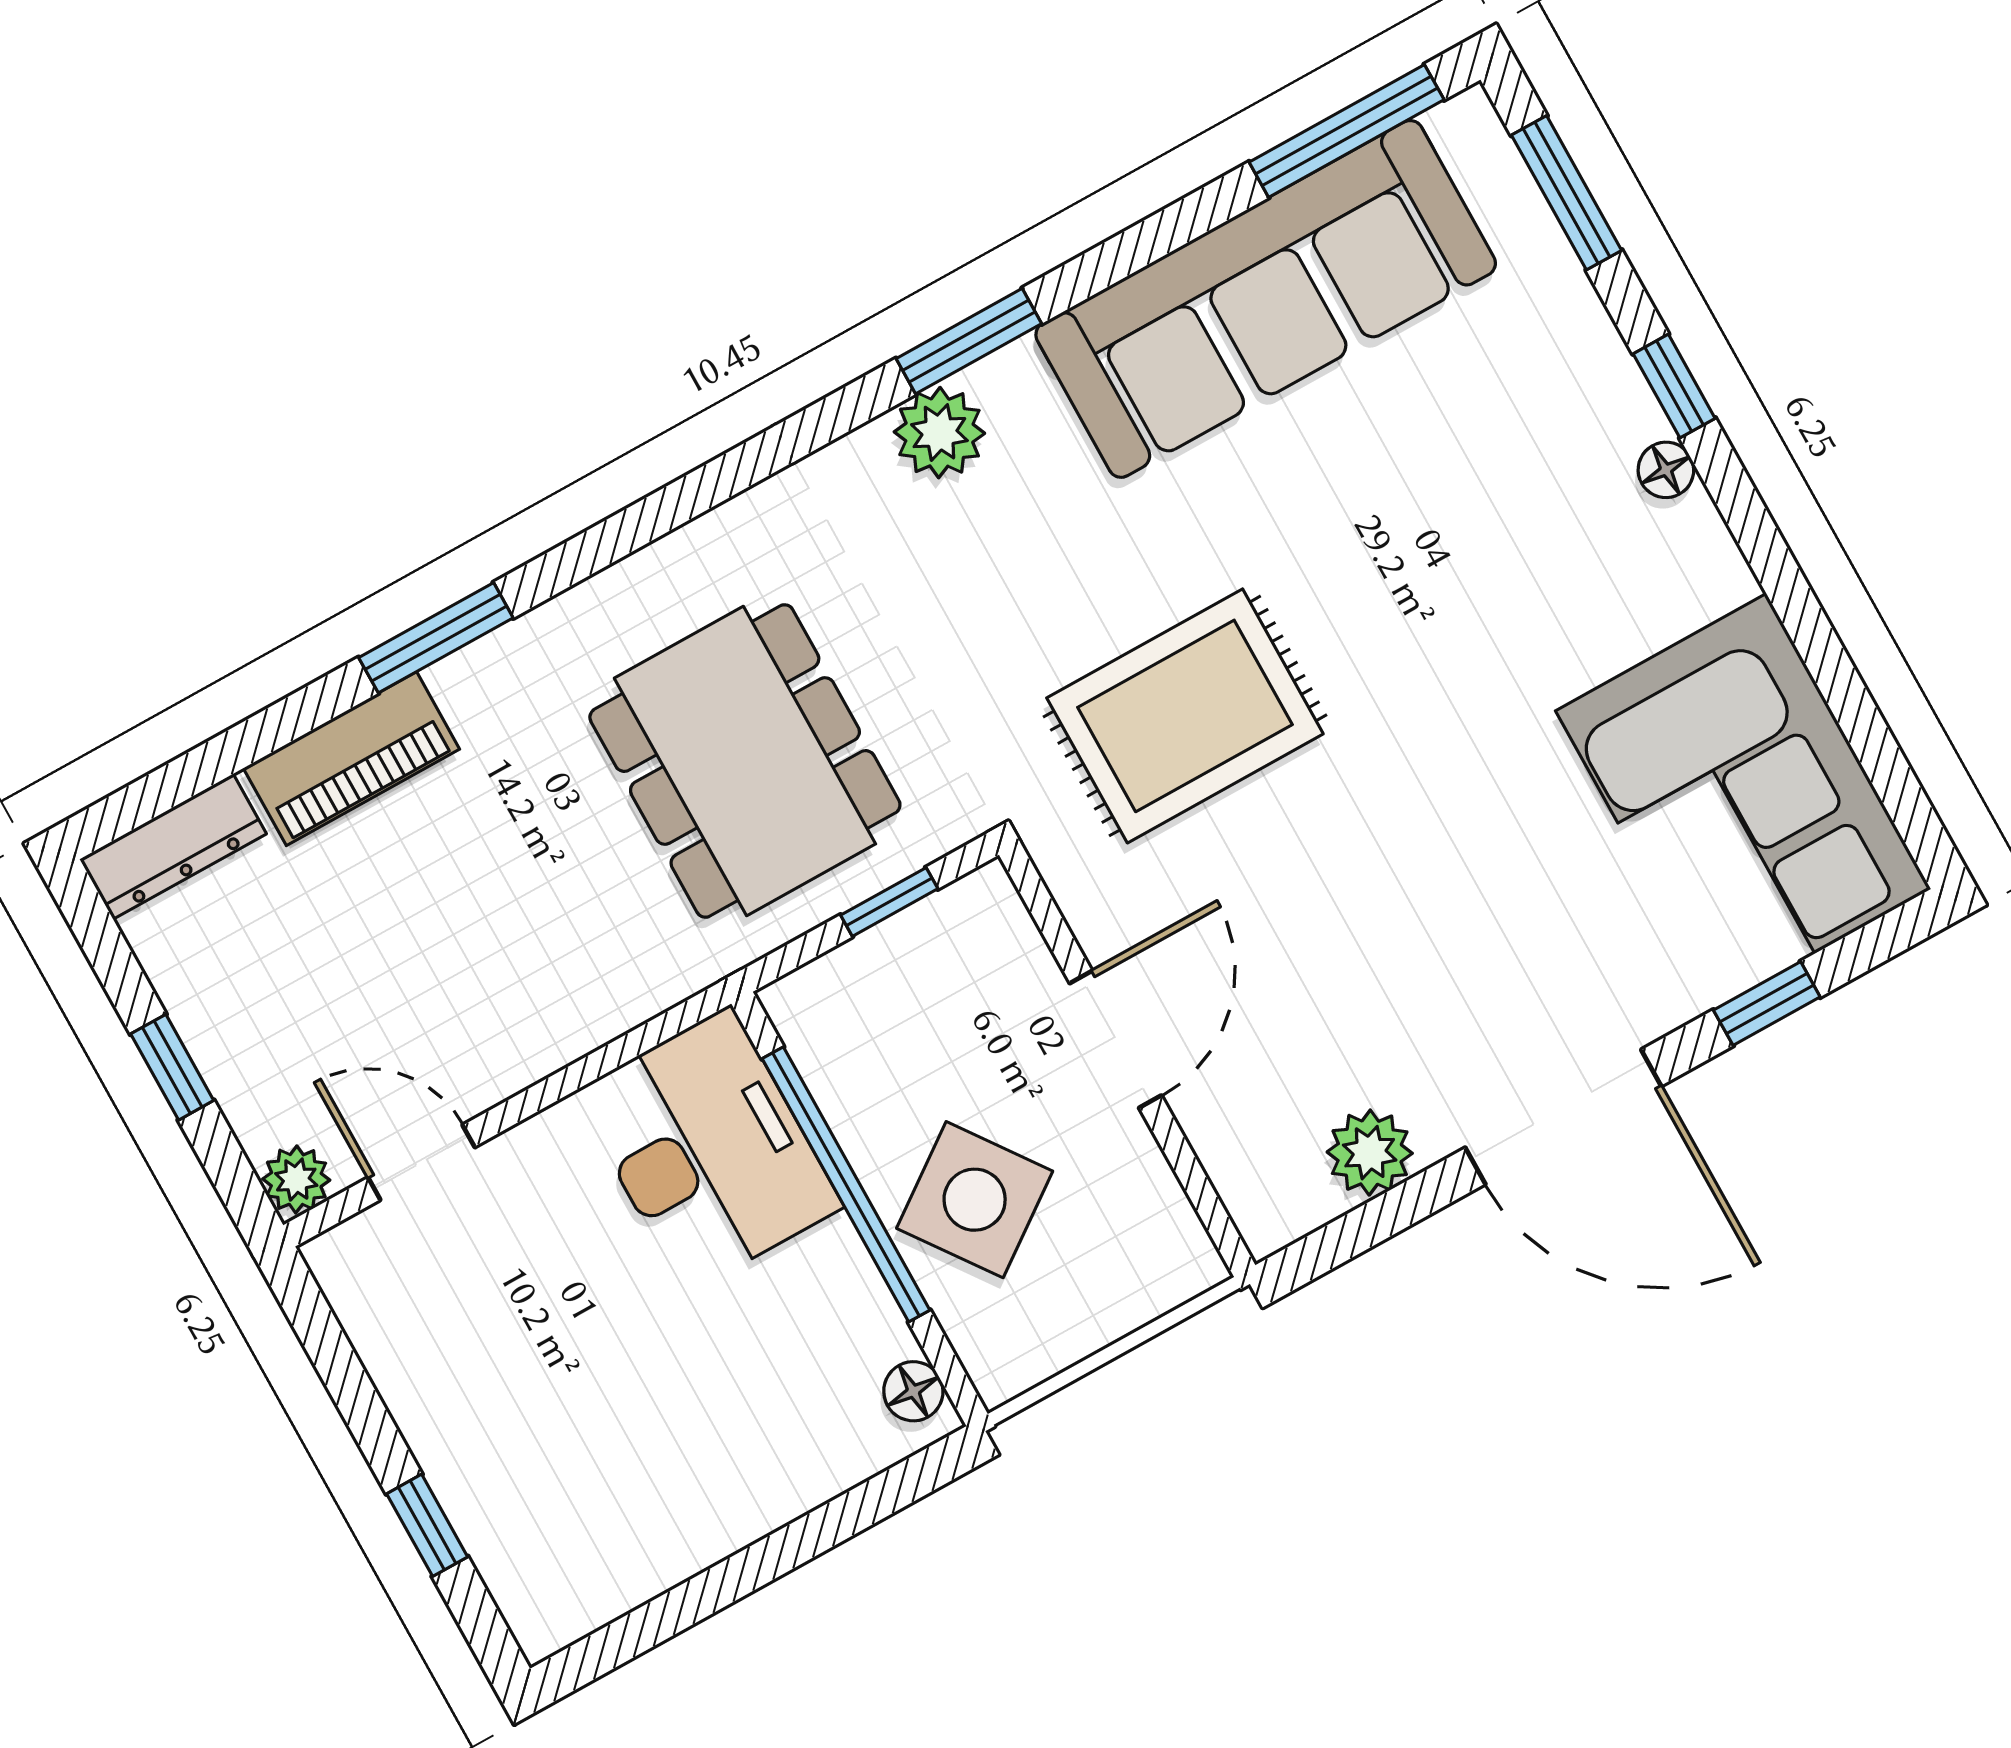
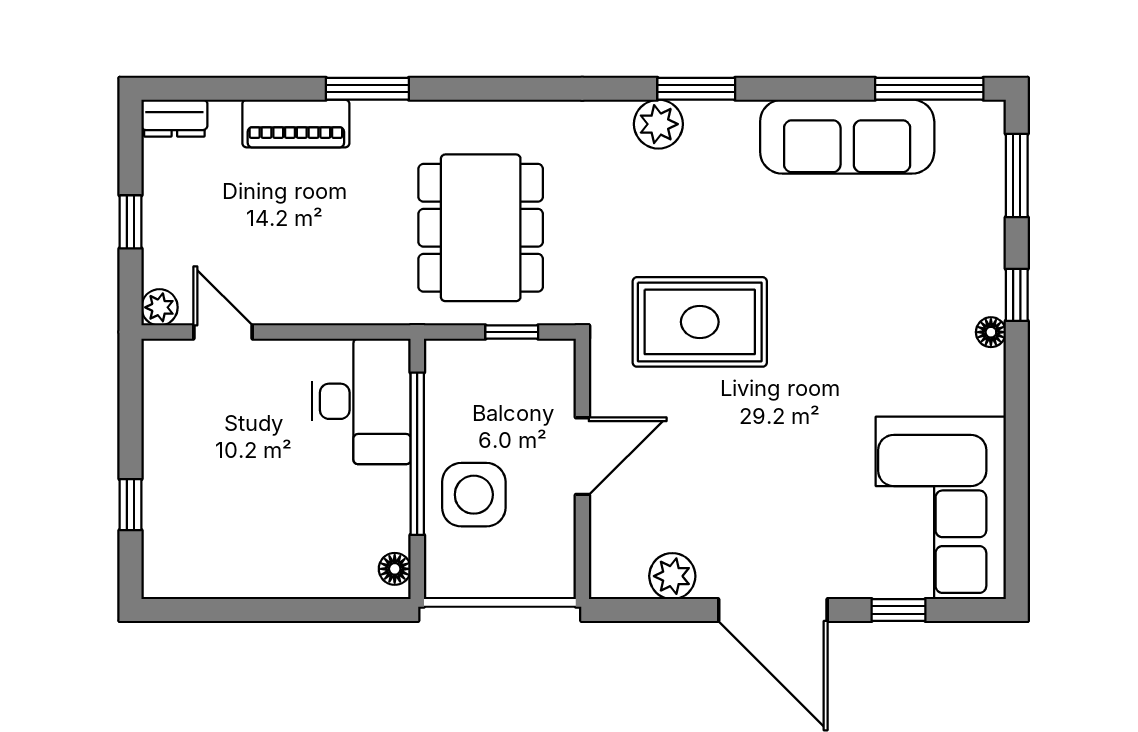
sofa: (1266, 299) -> (847, 137), width x0.74, depth x0.79
dresser: (173, 847) -> (174, 118), width x0.70
side table: (975, 1200) -> (474, 495), turned 36

